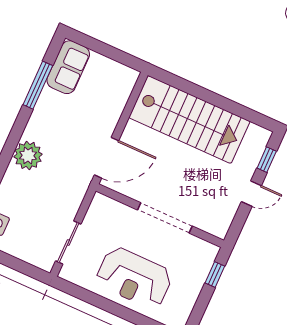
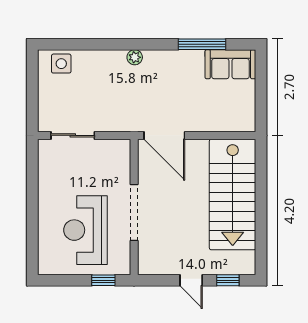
plant: (28, 155) -> (135, 57), width x0.53, depth x0.53
reception desk: (134, 278) -> (85, 230), moved

